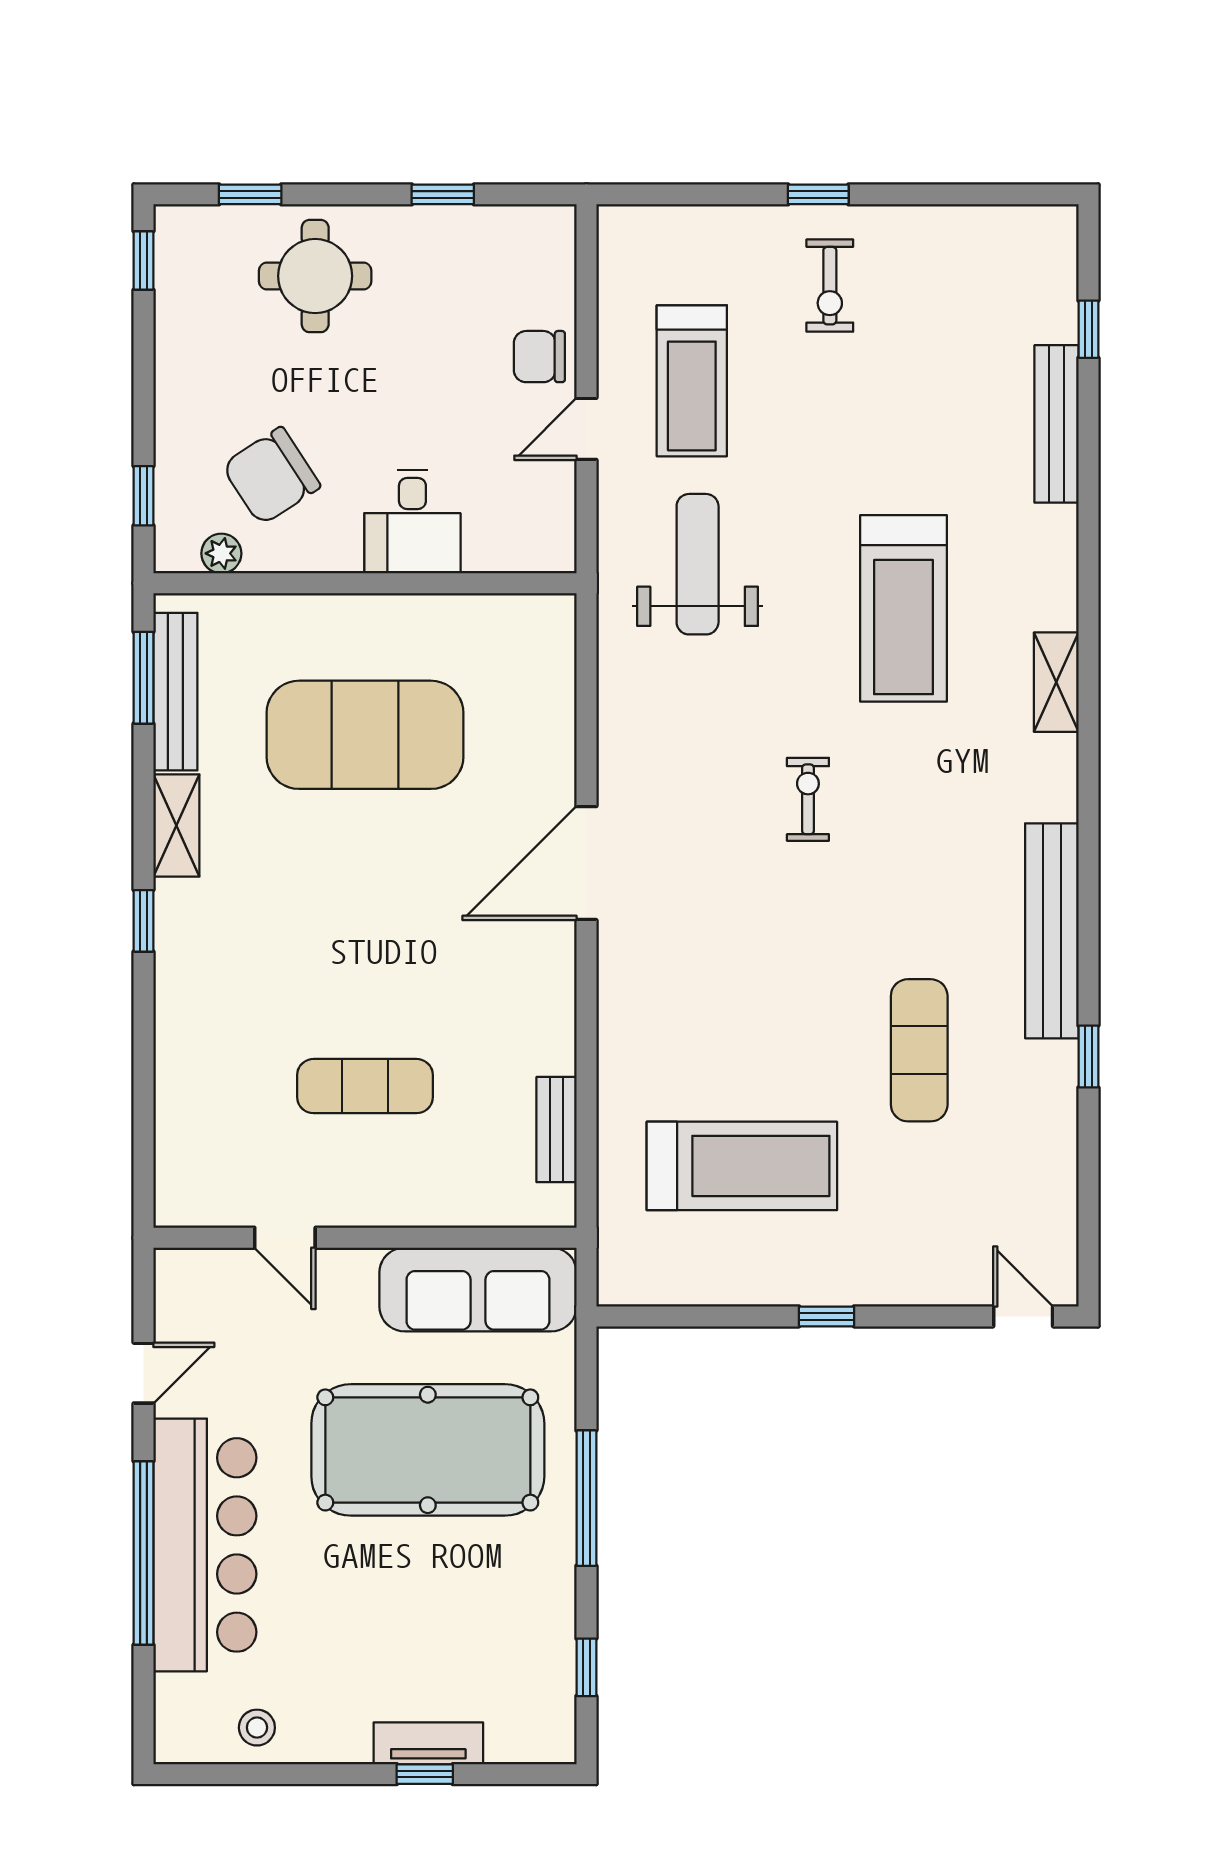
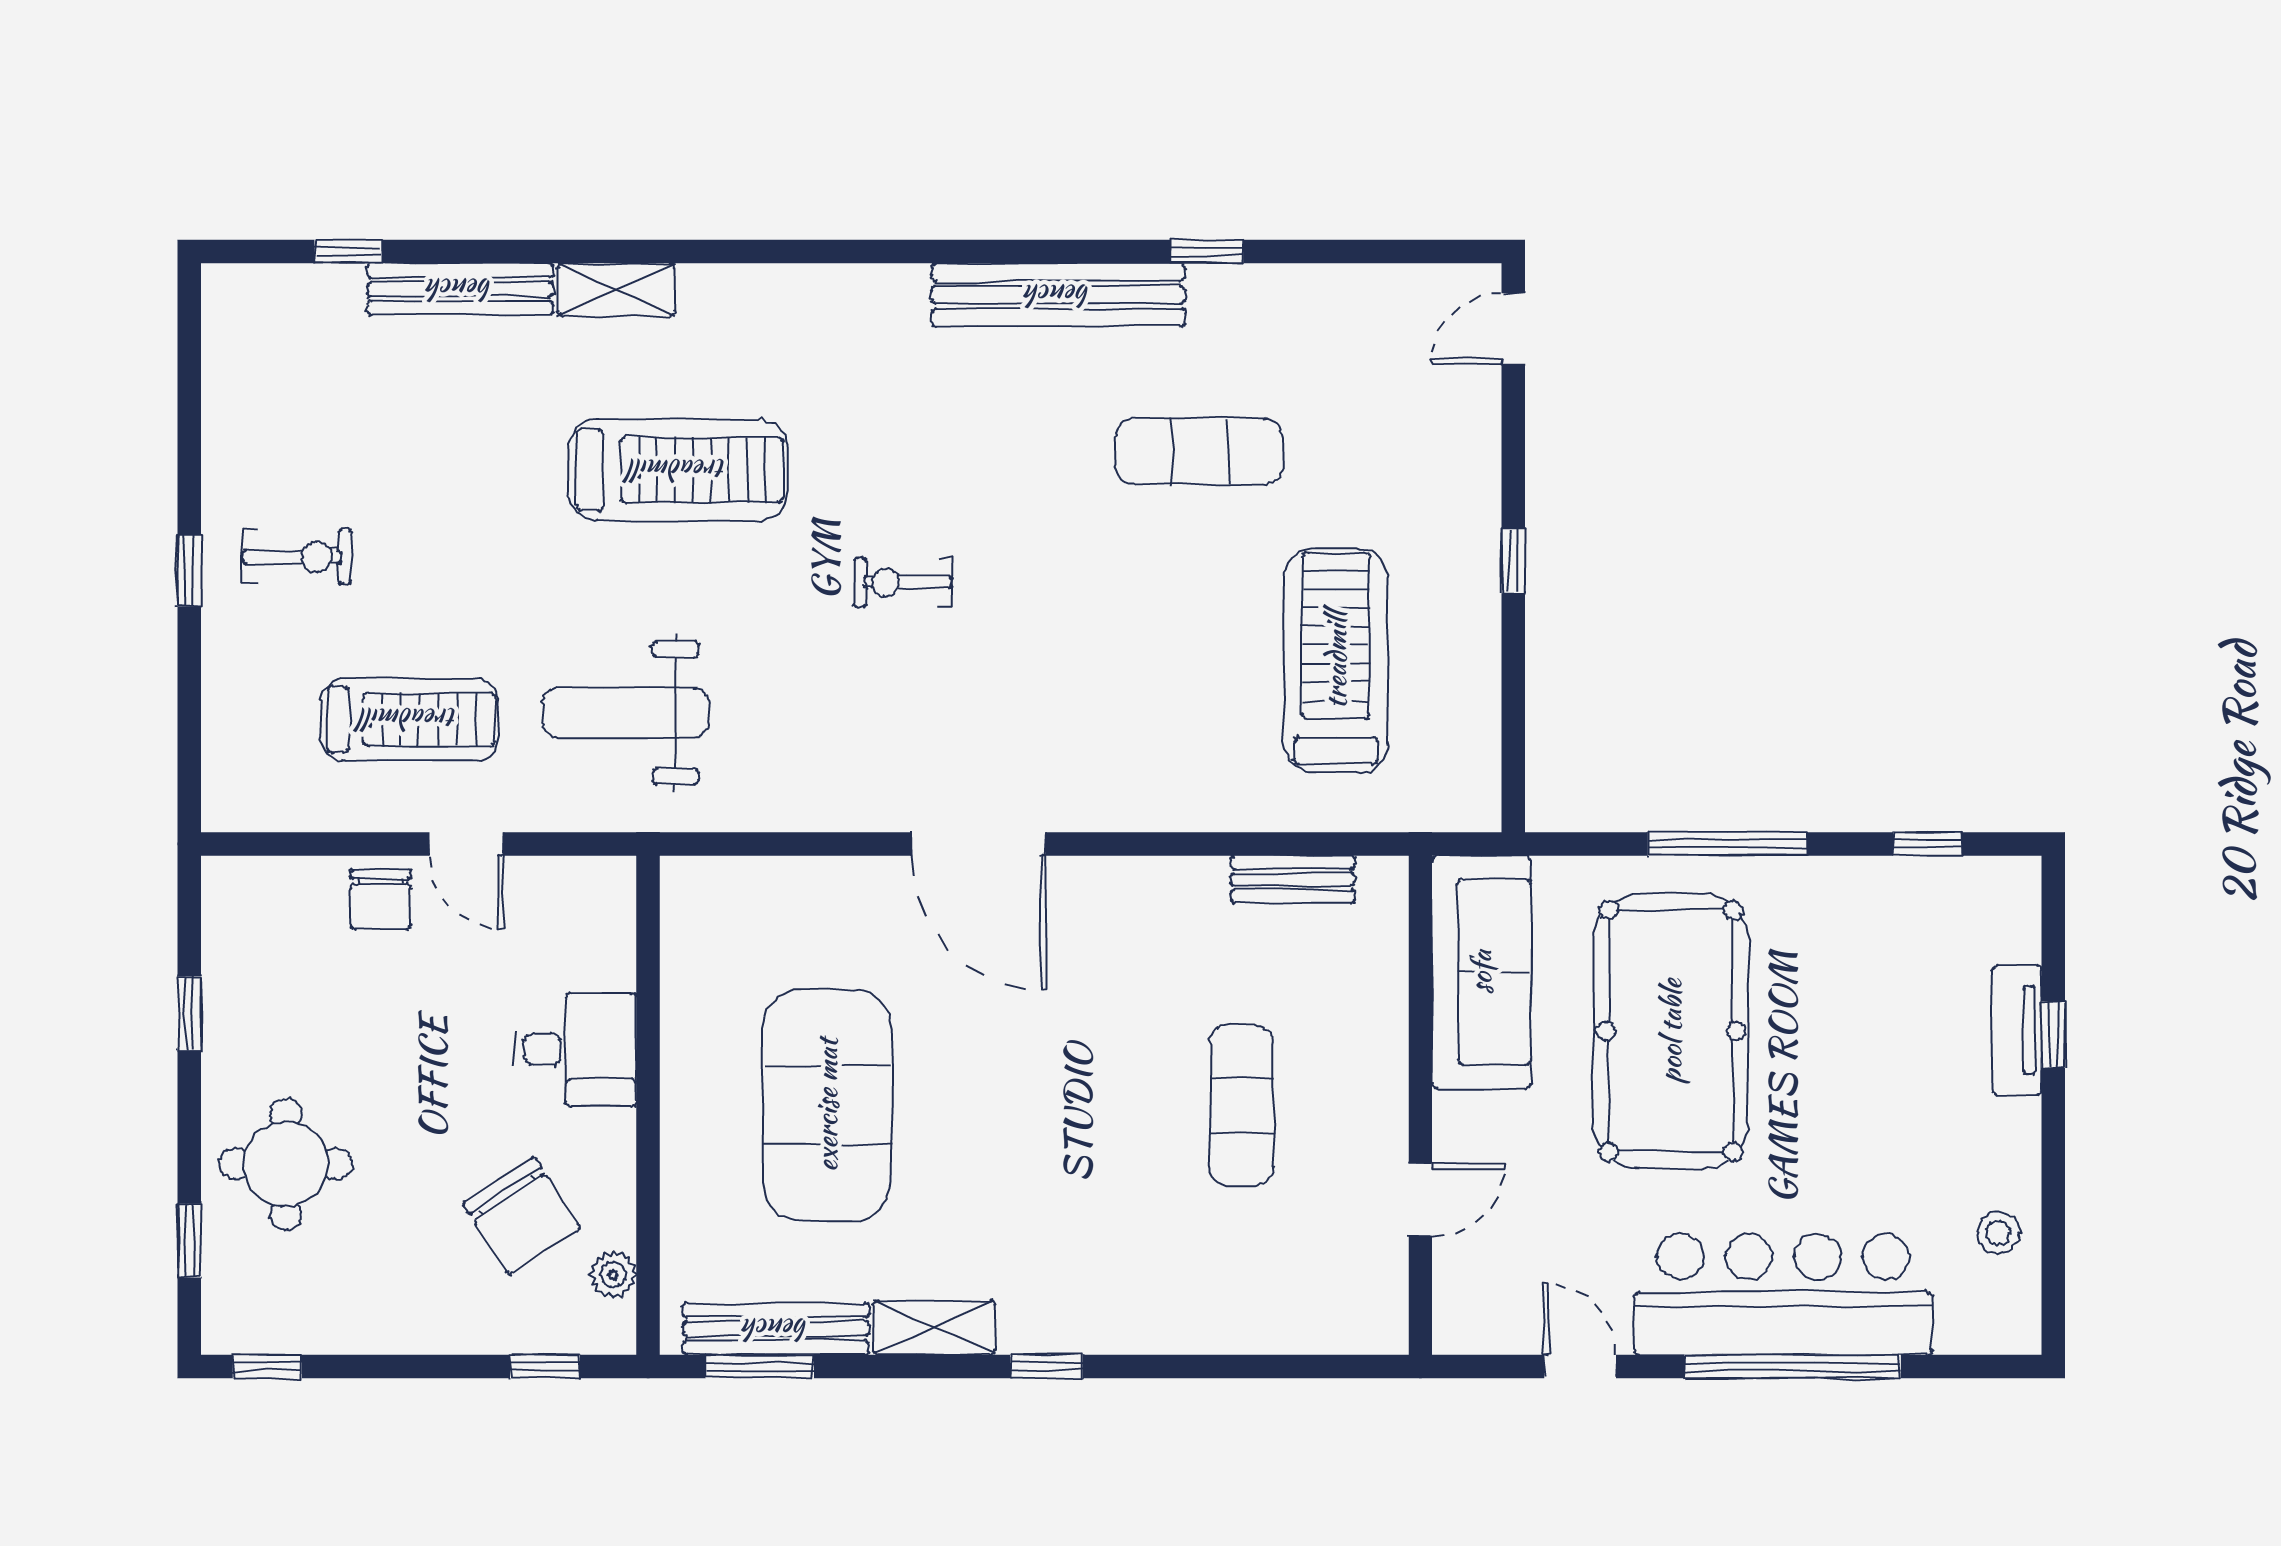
shelving: (1056, 682) -> (616, 290), moved

